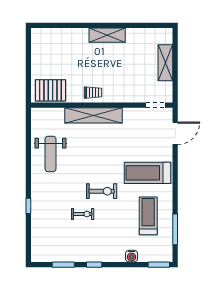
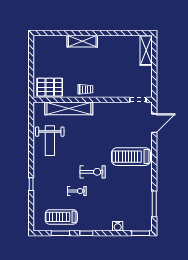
shelving: (107, 35) -> (82, 41), moved
shelving: (165, 63) -> (146, 50), moved
shelving: (93, 115) -> (69, 108), moved
treadmill: (148, 216) -> (61, 217), moved, turned -90

